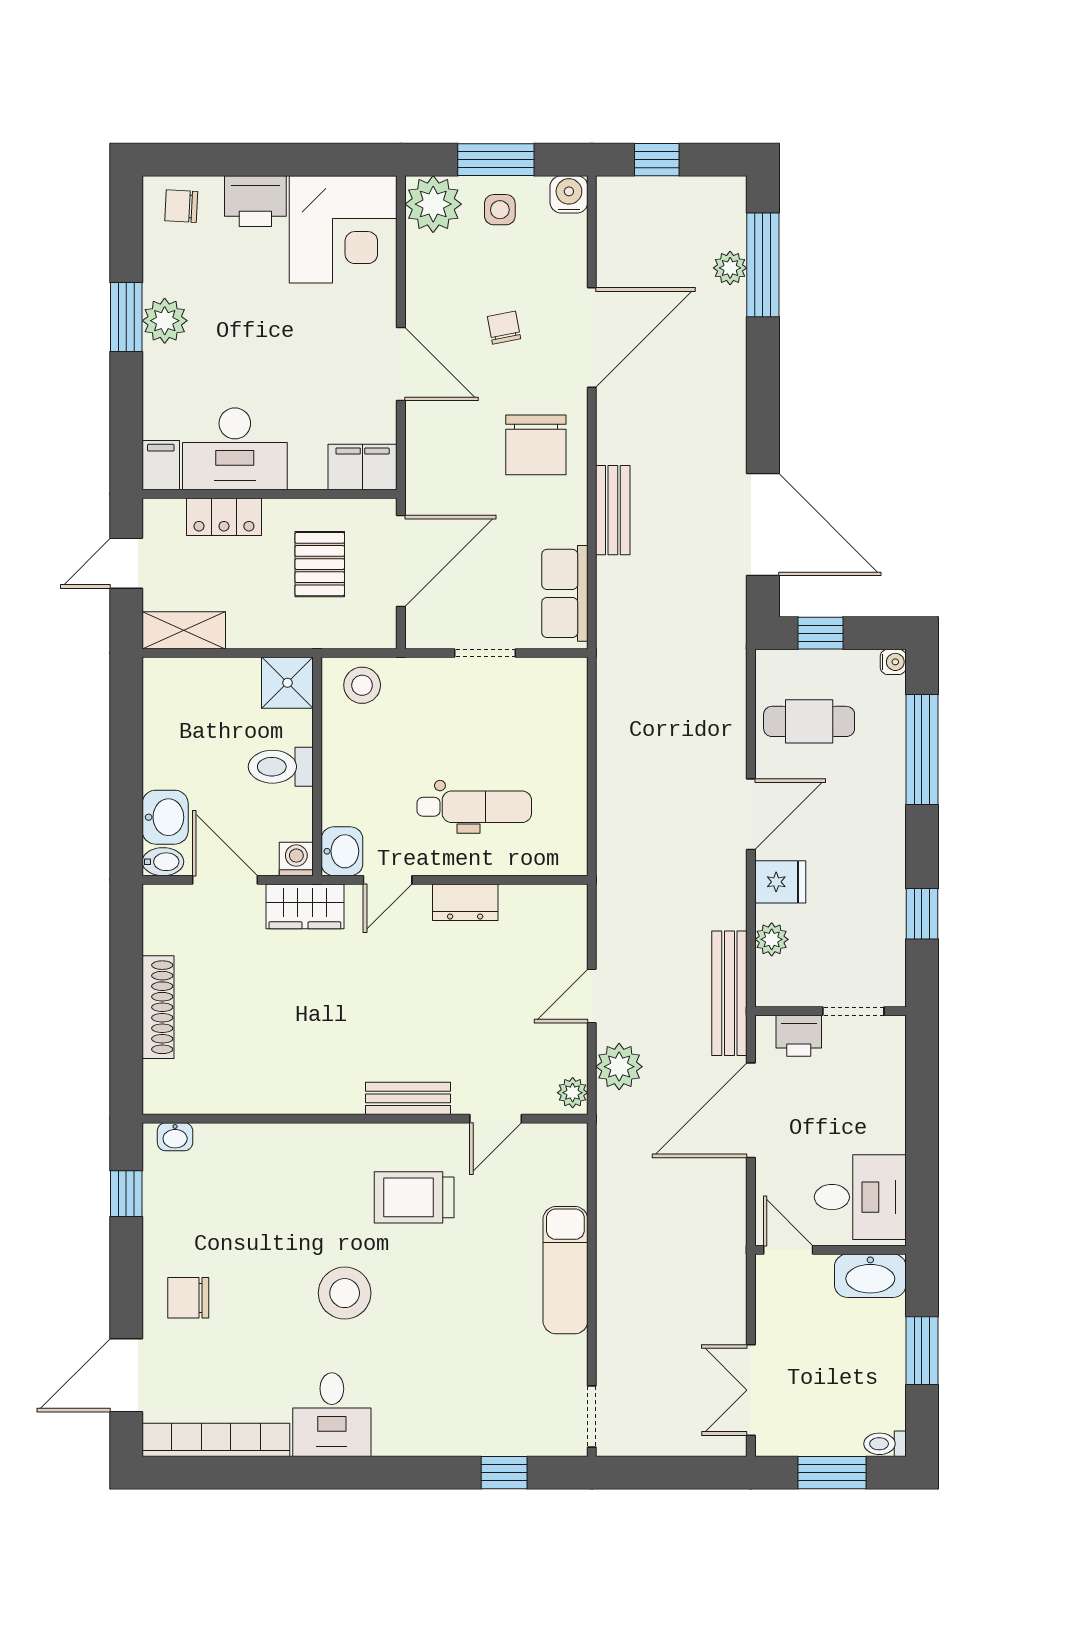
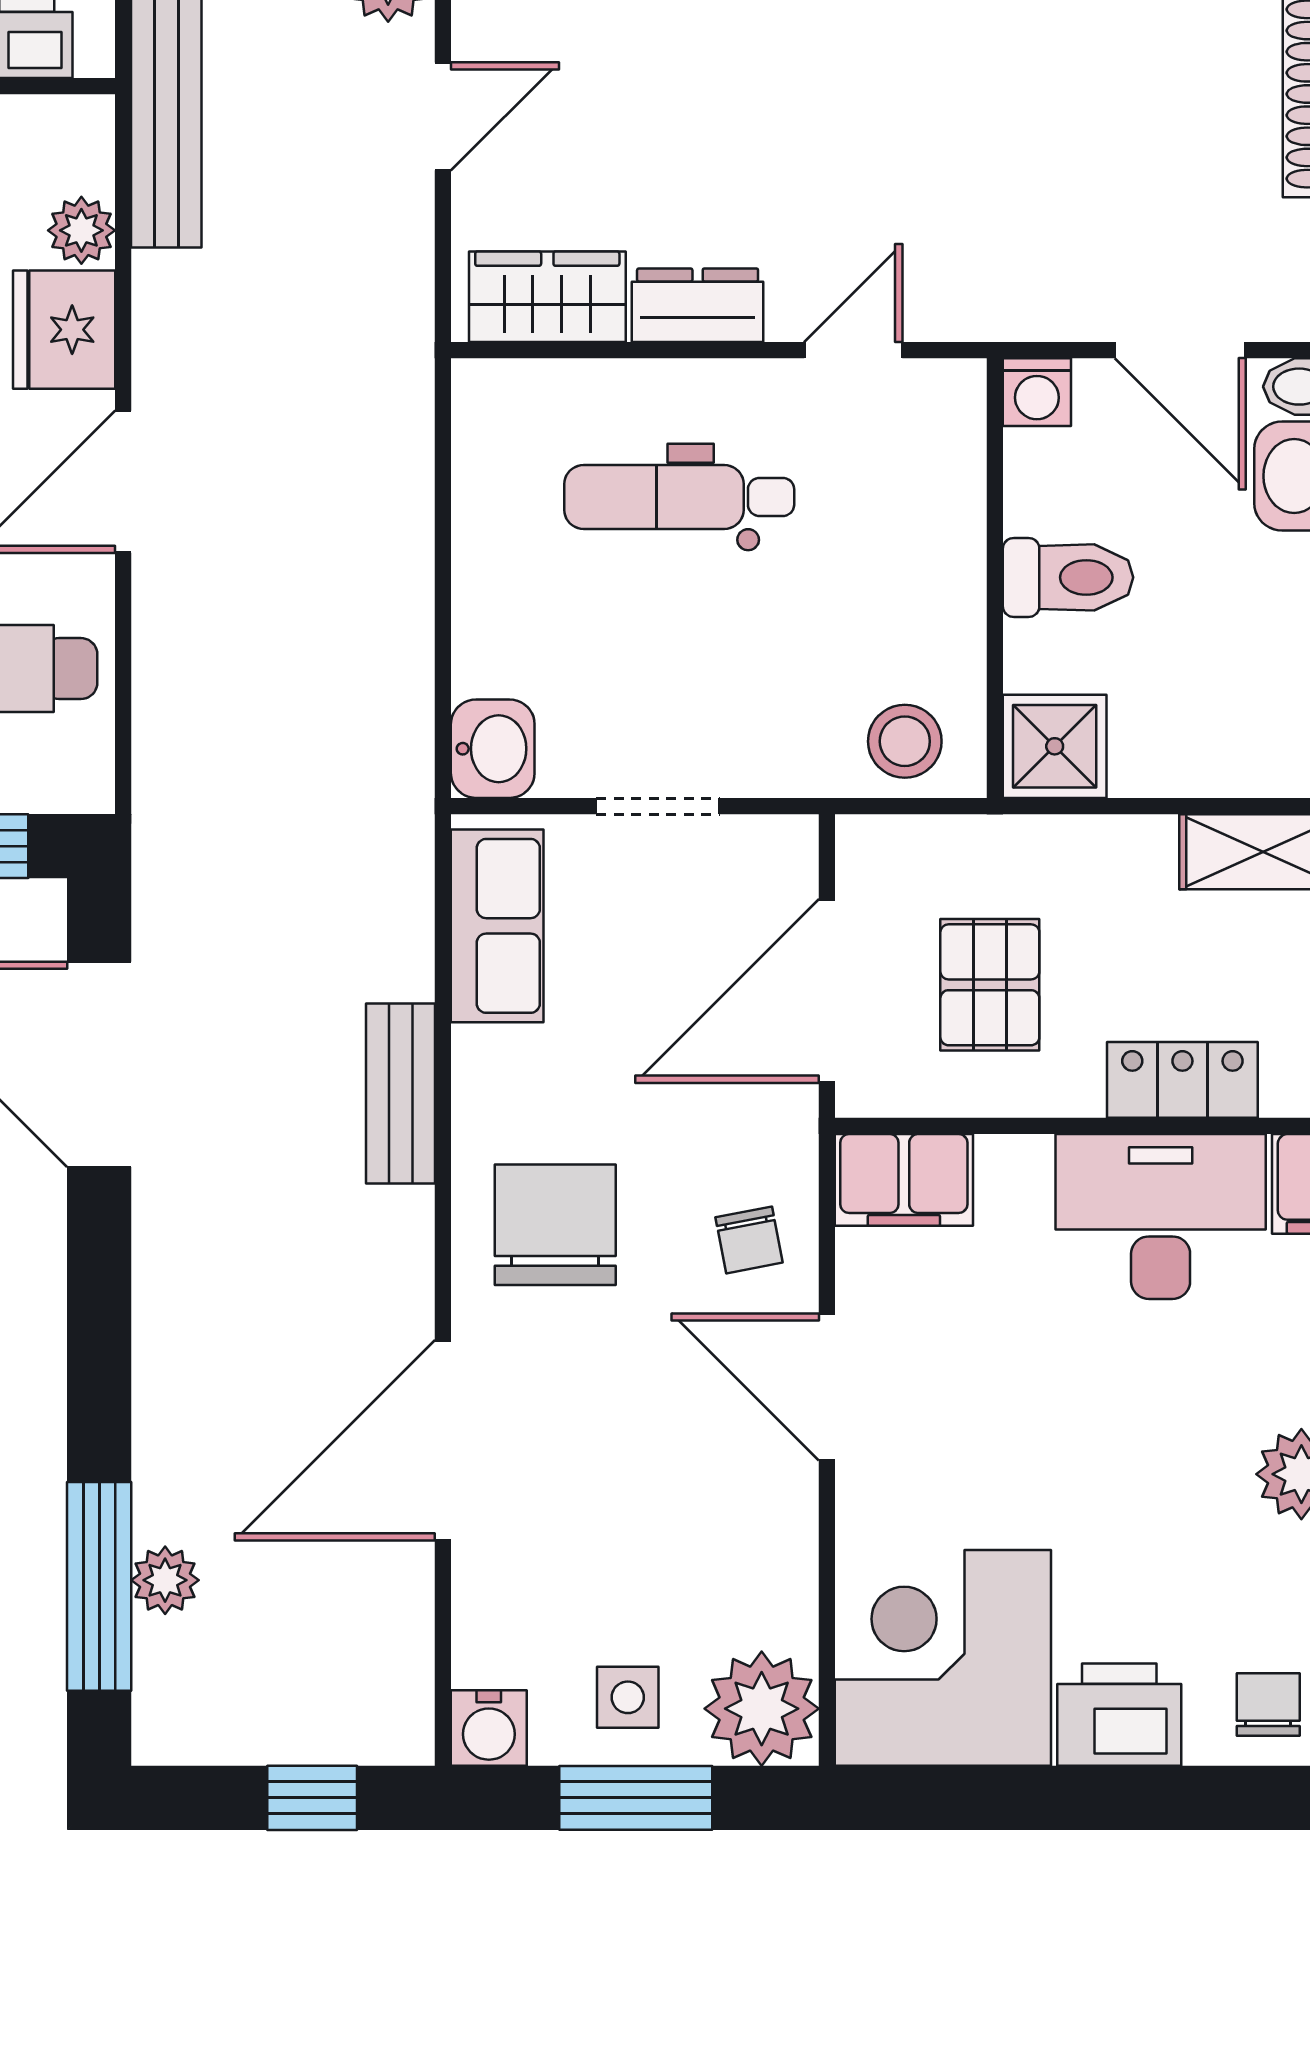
chair: (181, 206) -> (1268, 1705), turned -93
chair: (504, 328) -> (749, 1240), moved
washbasin: (342, 851) -> (493, 749), moved, turned 180
fridge: (780, 882) -> (64, 330), width x1.38
wardrobe: (305, 906) -> (547, 297), moved

